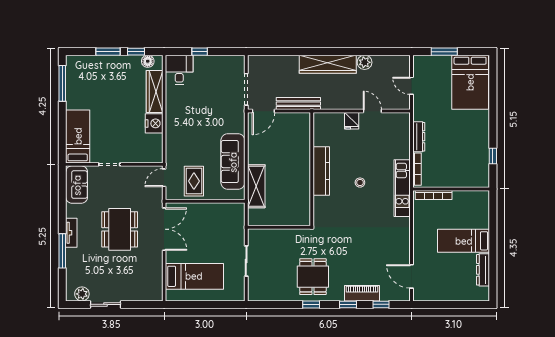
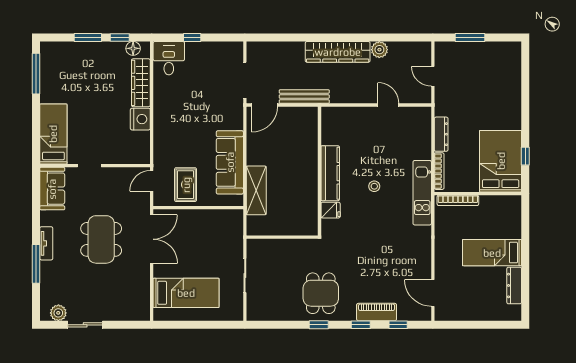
bed: (470, 82) -> (501, 161), moved, turned 180
fridge: (352, 121) -> (331, 210), moved, turned -90

